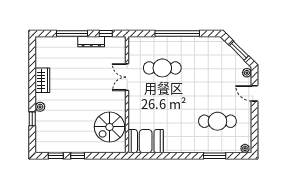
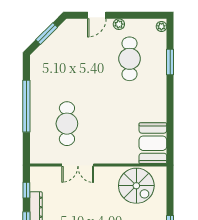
plant: (247, 73) -> (119, 24), moved

